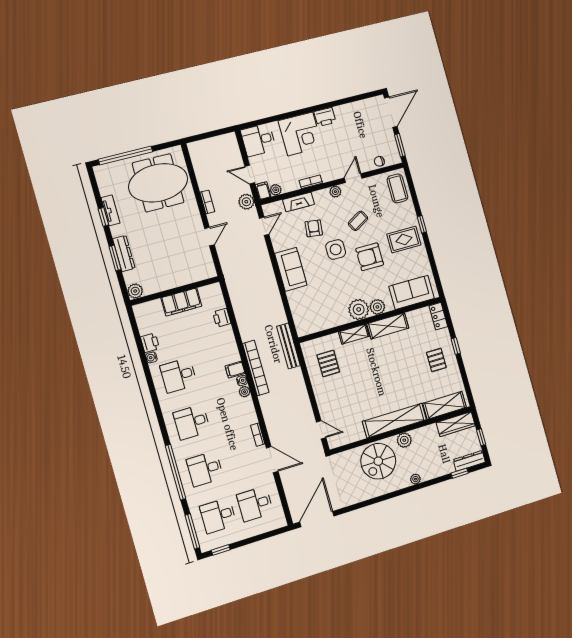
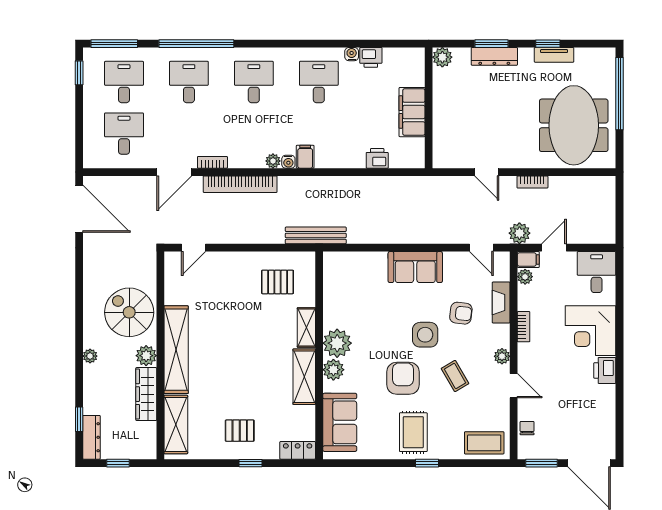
bookcase: (256, 368) -> (240, 184), moved
wardrobe: (456, 424) -> (146, 394), moved

